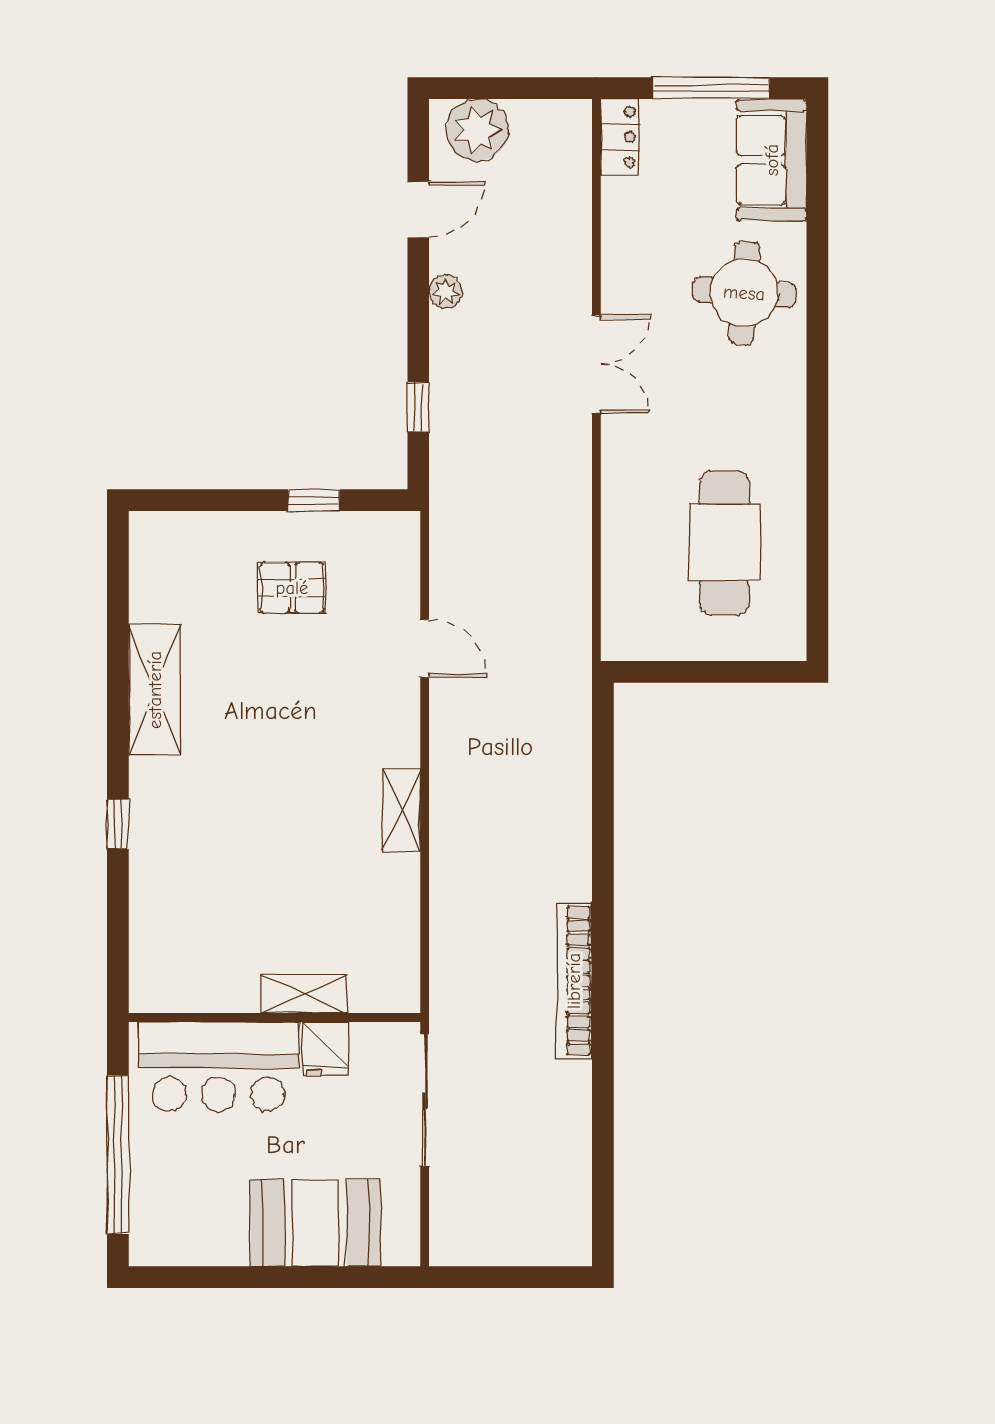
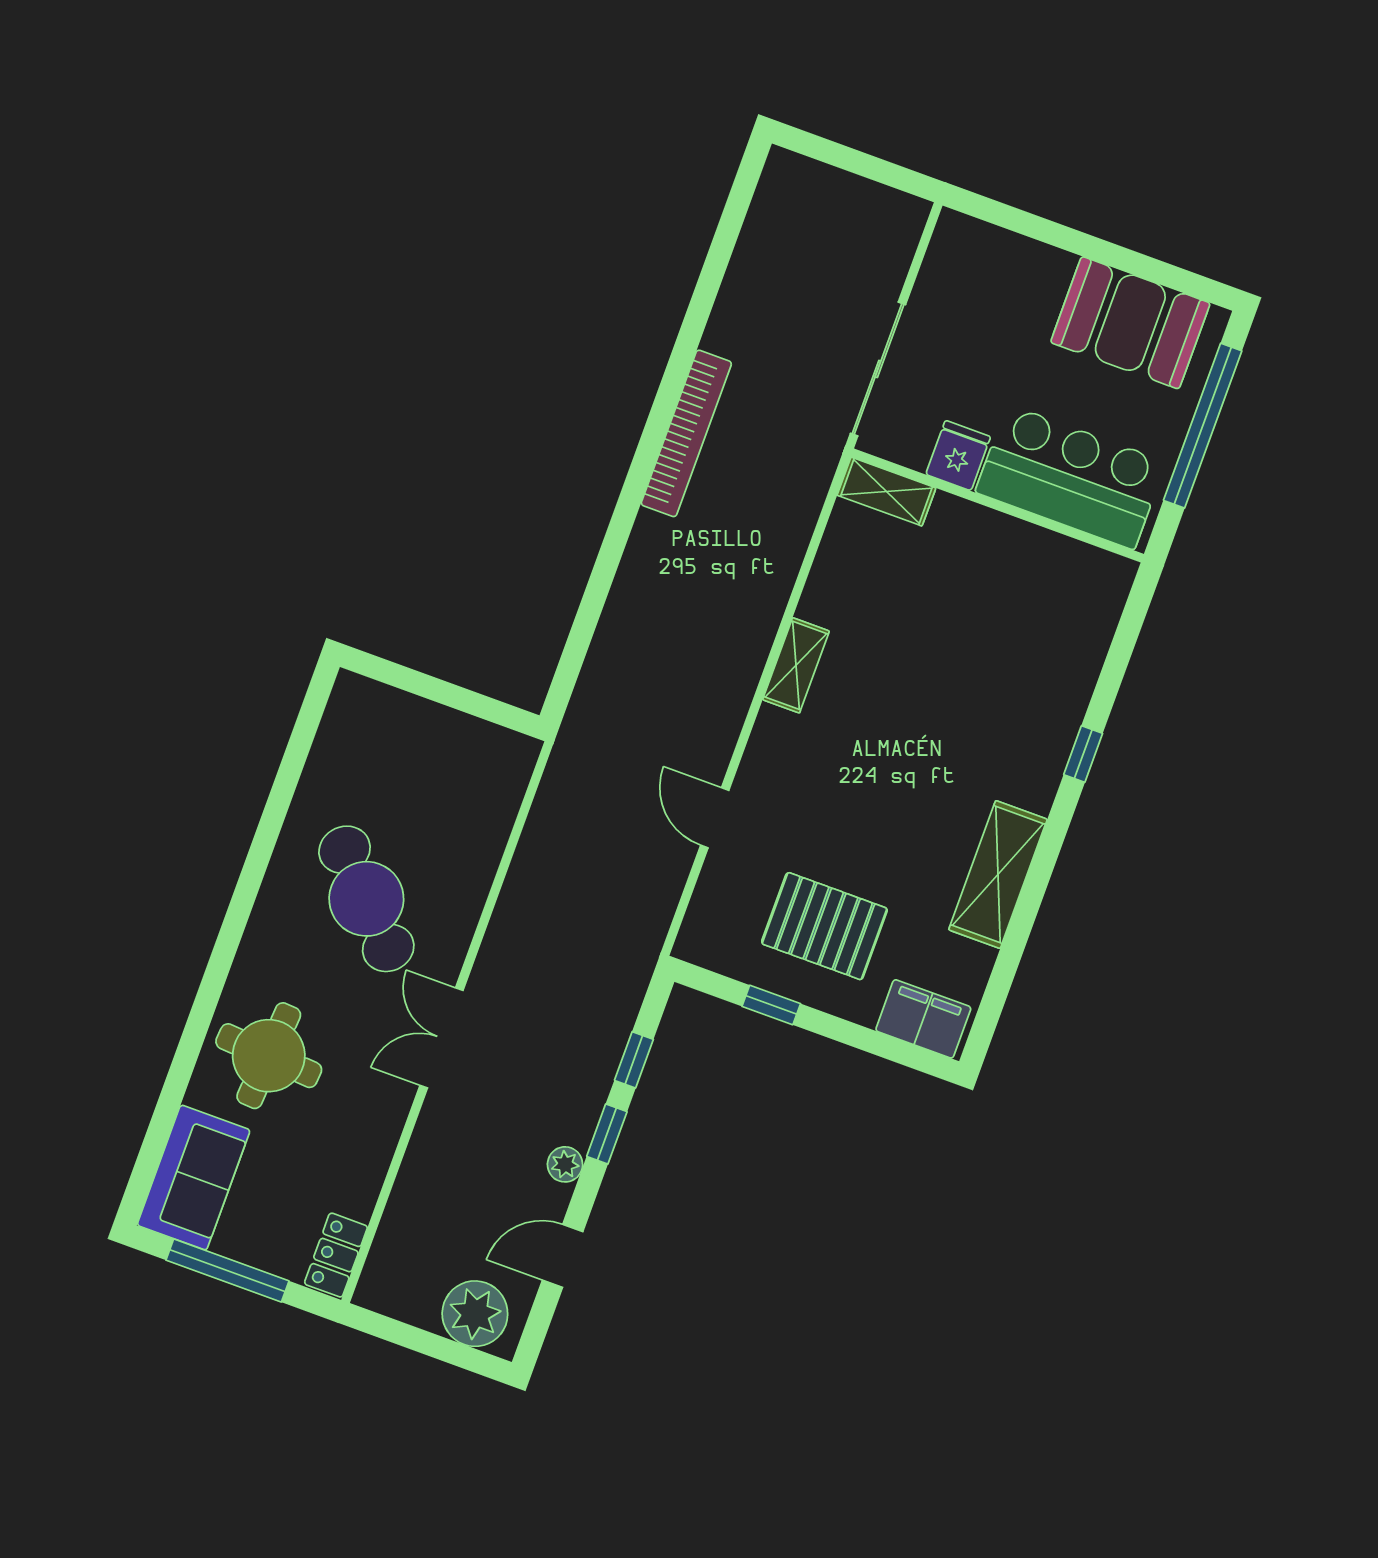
window: (418, 332) -> (607, 1134), added
filing cabinet: (174, 537) -> (923, 1019), added
cafe table: (724, 543) -> (366, 899), moved, turned -44
pallet: (292, 588) -> (824, 926), width x1.50, depth x1.42
shelving: (304, 994) -> (886, 492), moved
booth: (316, 1223) -> (1130, 323), moved

